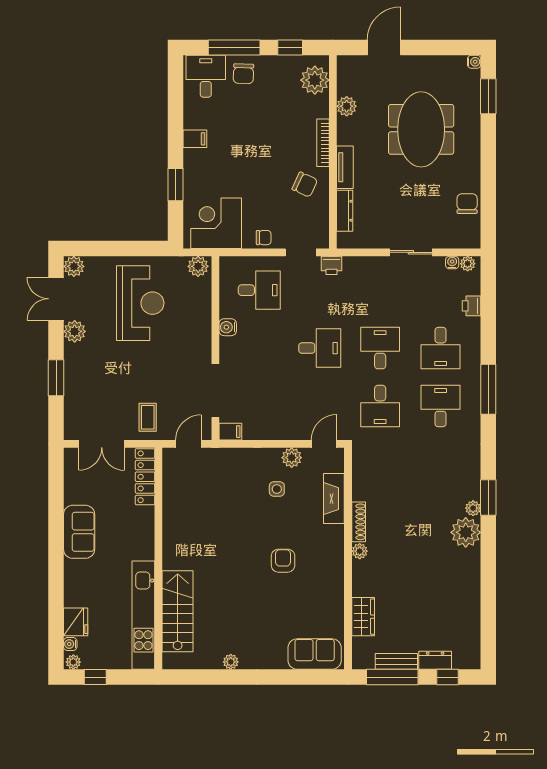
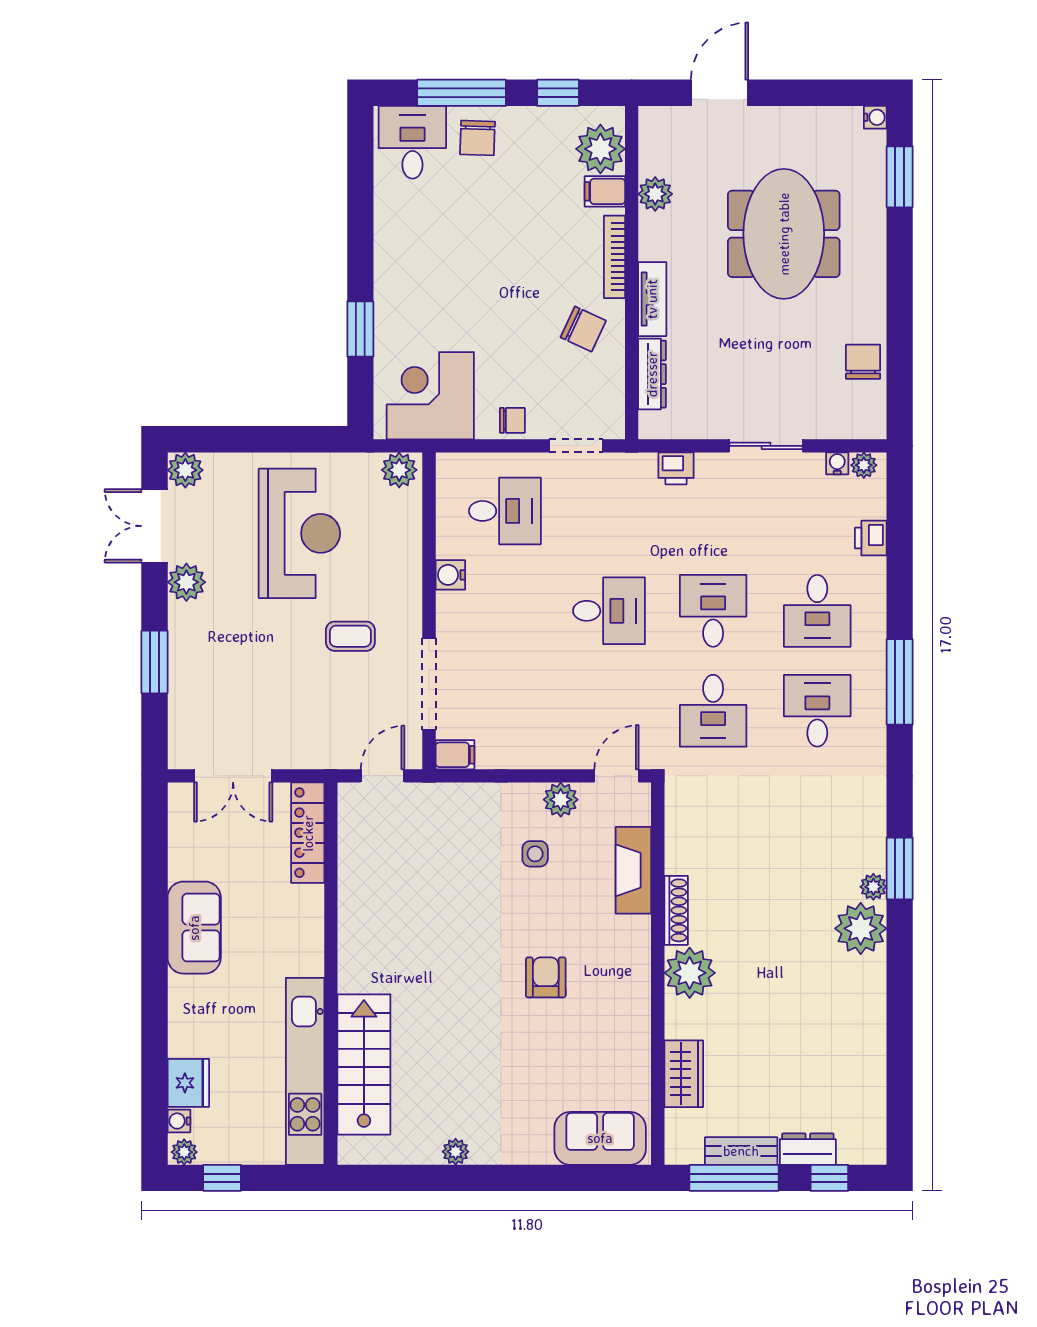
filing cabinet: (195, 139) -> (605, 191), moved, turned 180
printer: (332, 265) -> (676, 468), moved
coffee table: (148, 417) -> (350, 636), moved, turned 90
plant: (360, 551) -> (690, 973), width x1.87, depth x1.87

